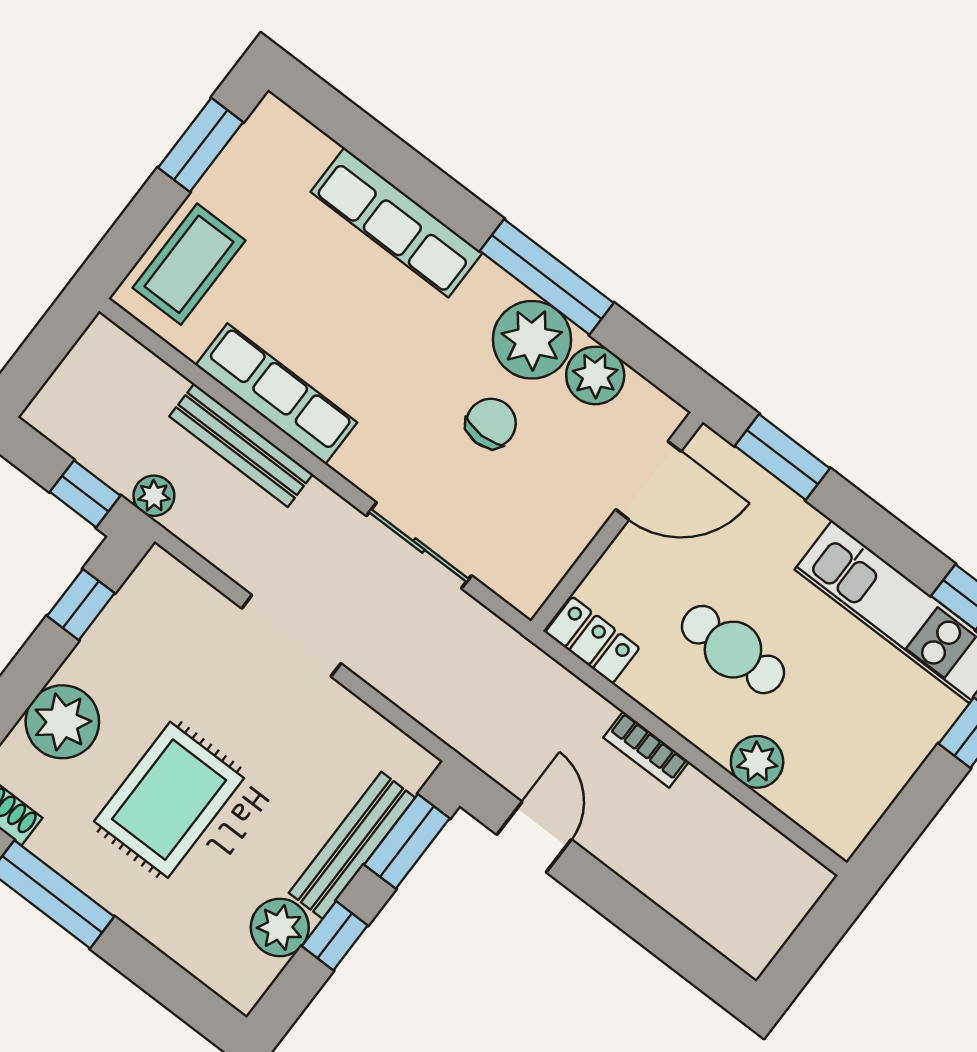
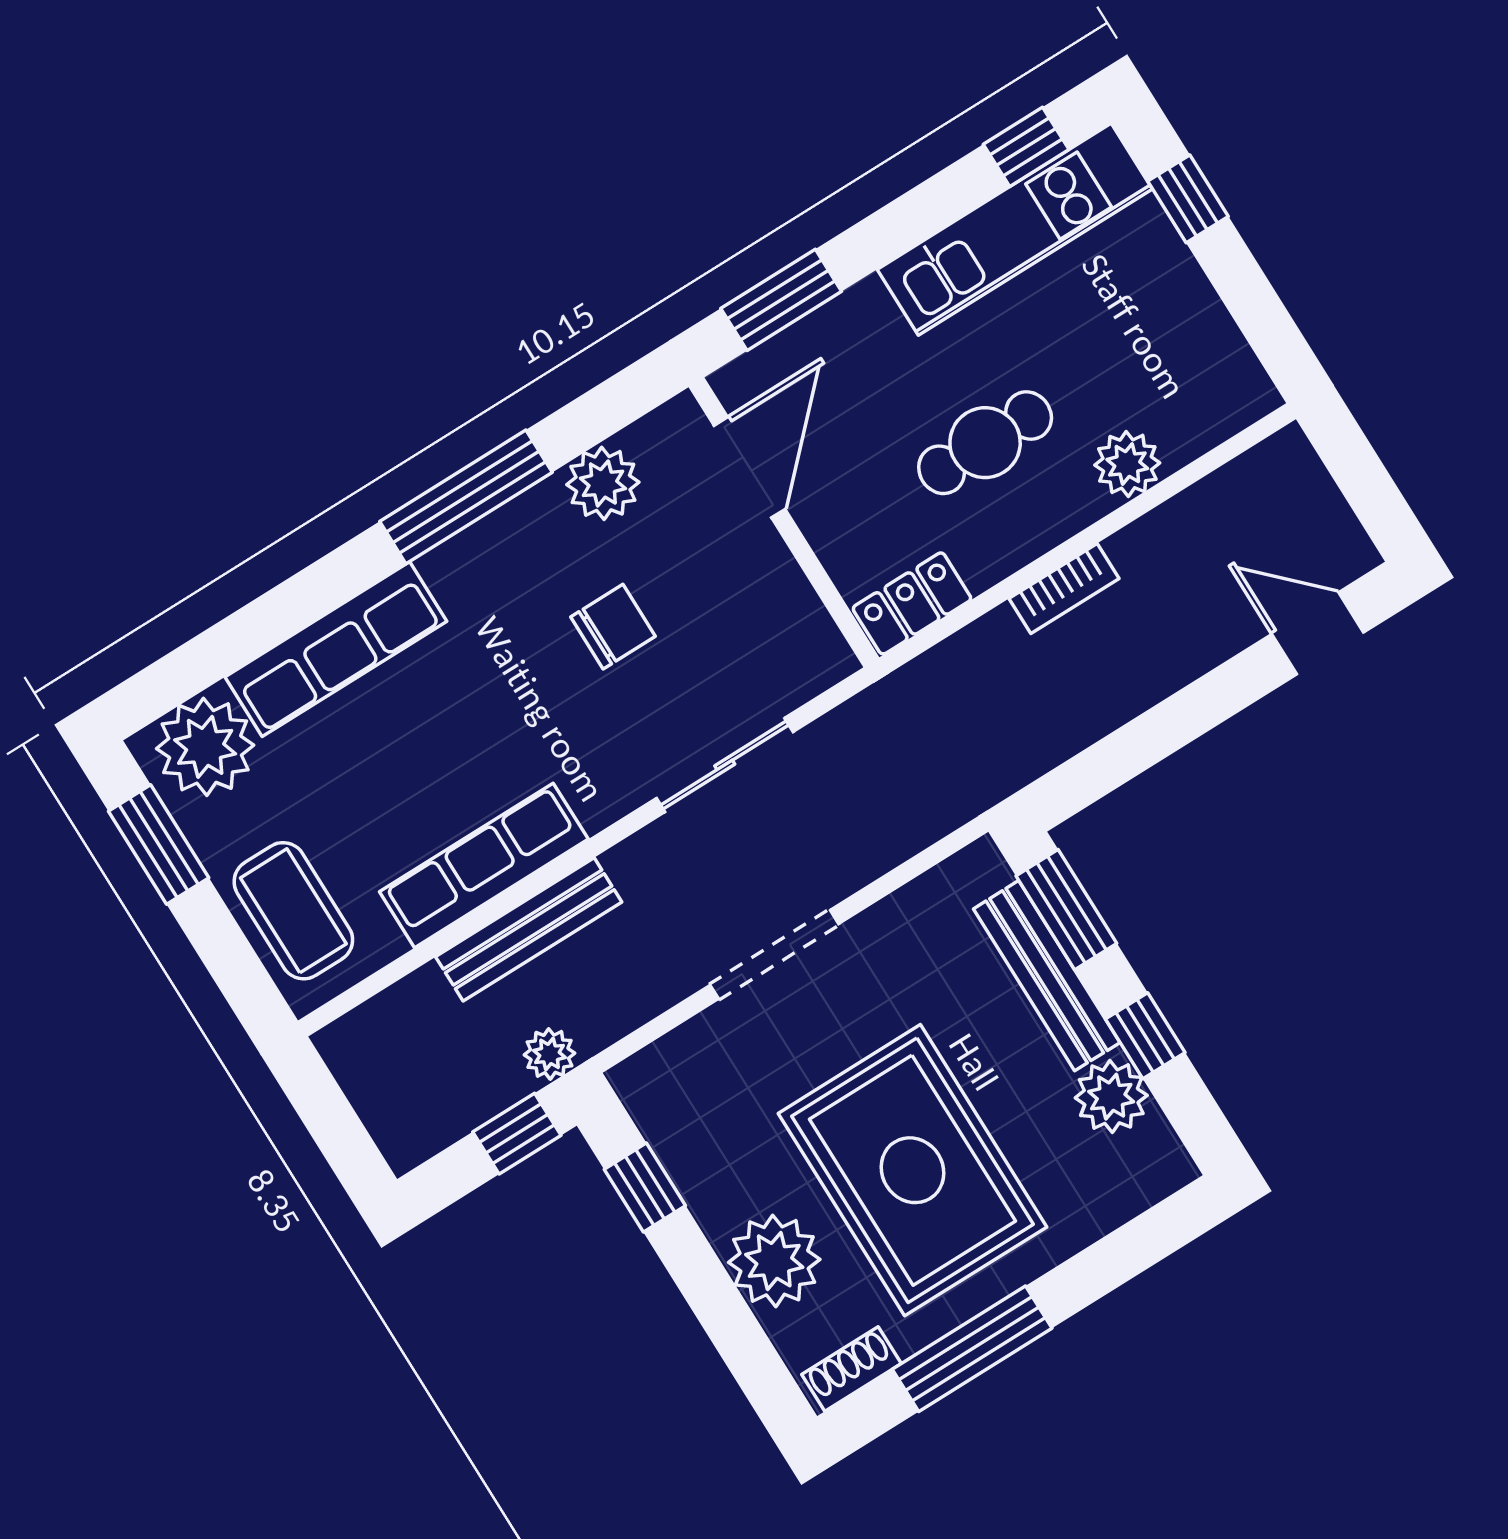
plant: (532, 340) -> (205, 747), moved
chair: (491, 423) -> (613, 627), turned 90
rug: (169, 800) -> (913, 1170), width x1.37, depth x1.44
door: (534, 837) -> (1318, 633), moved

